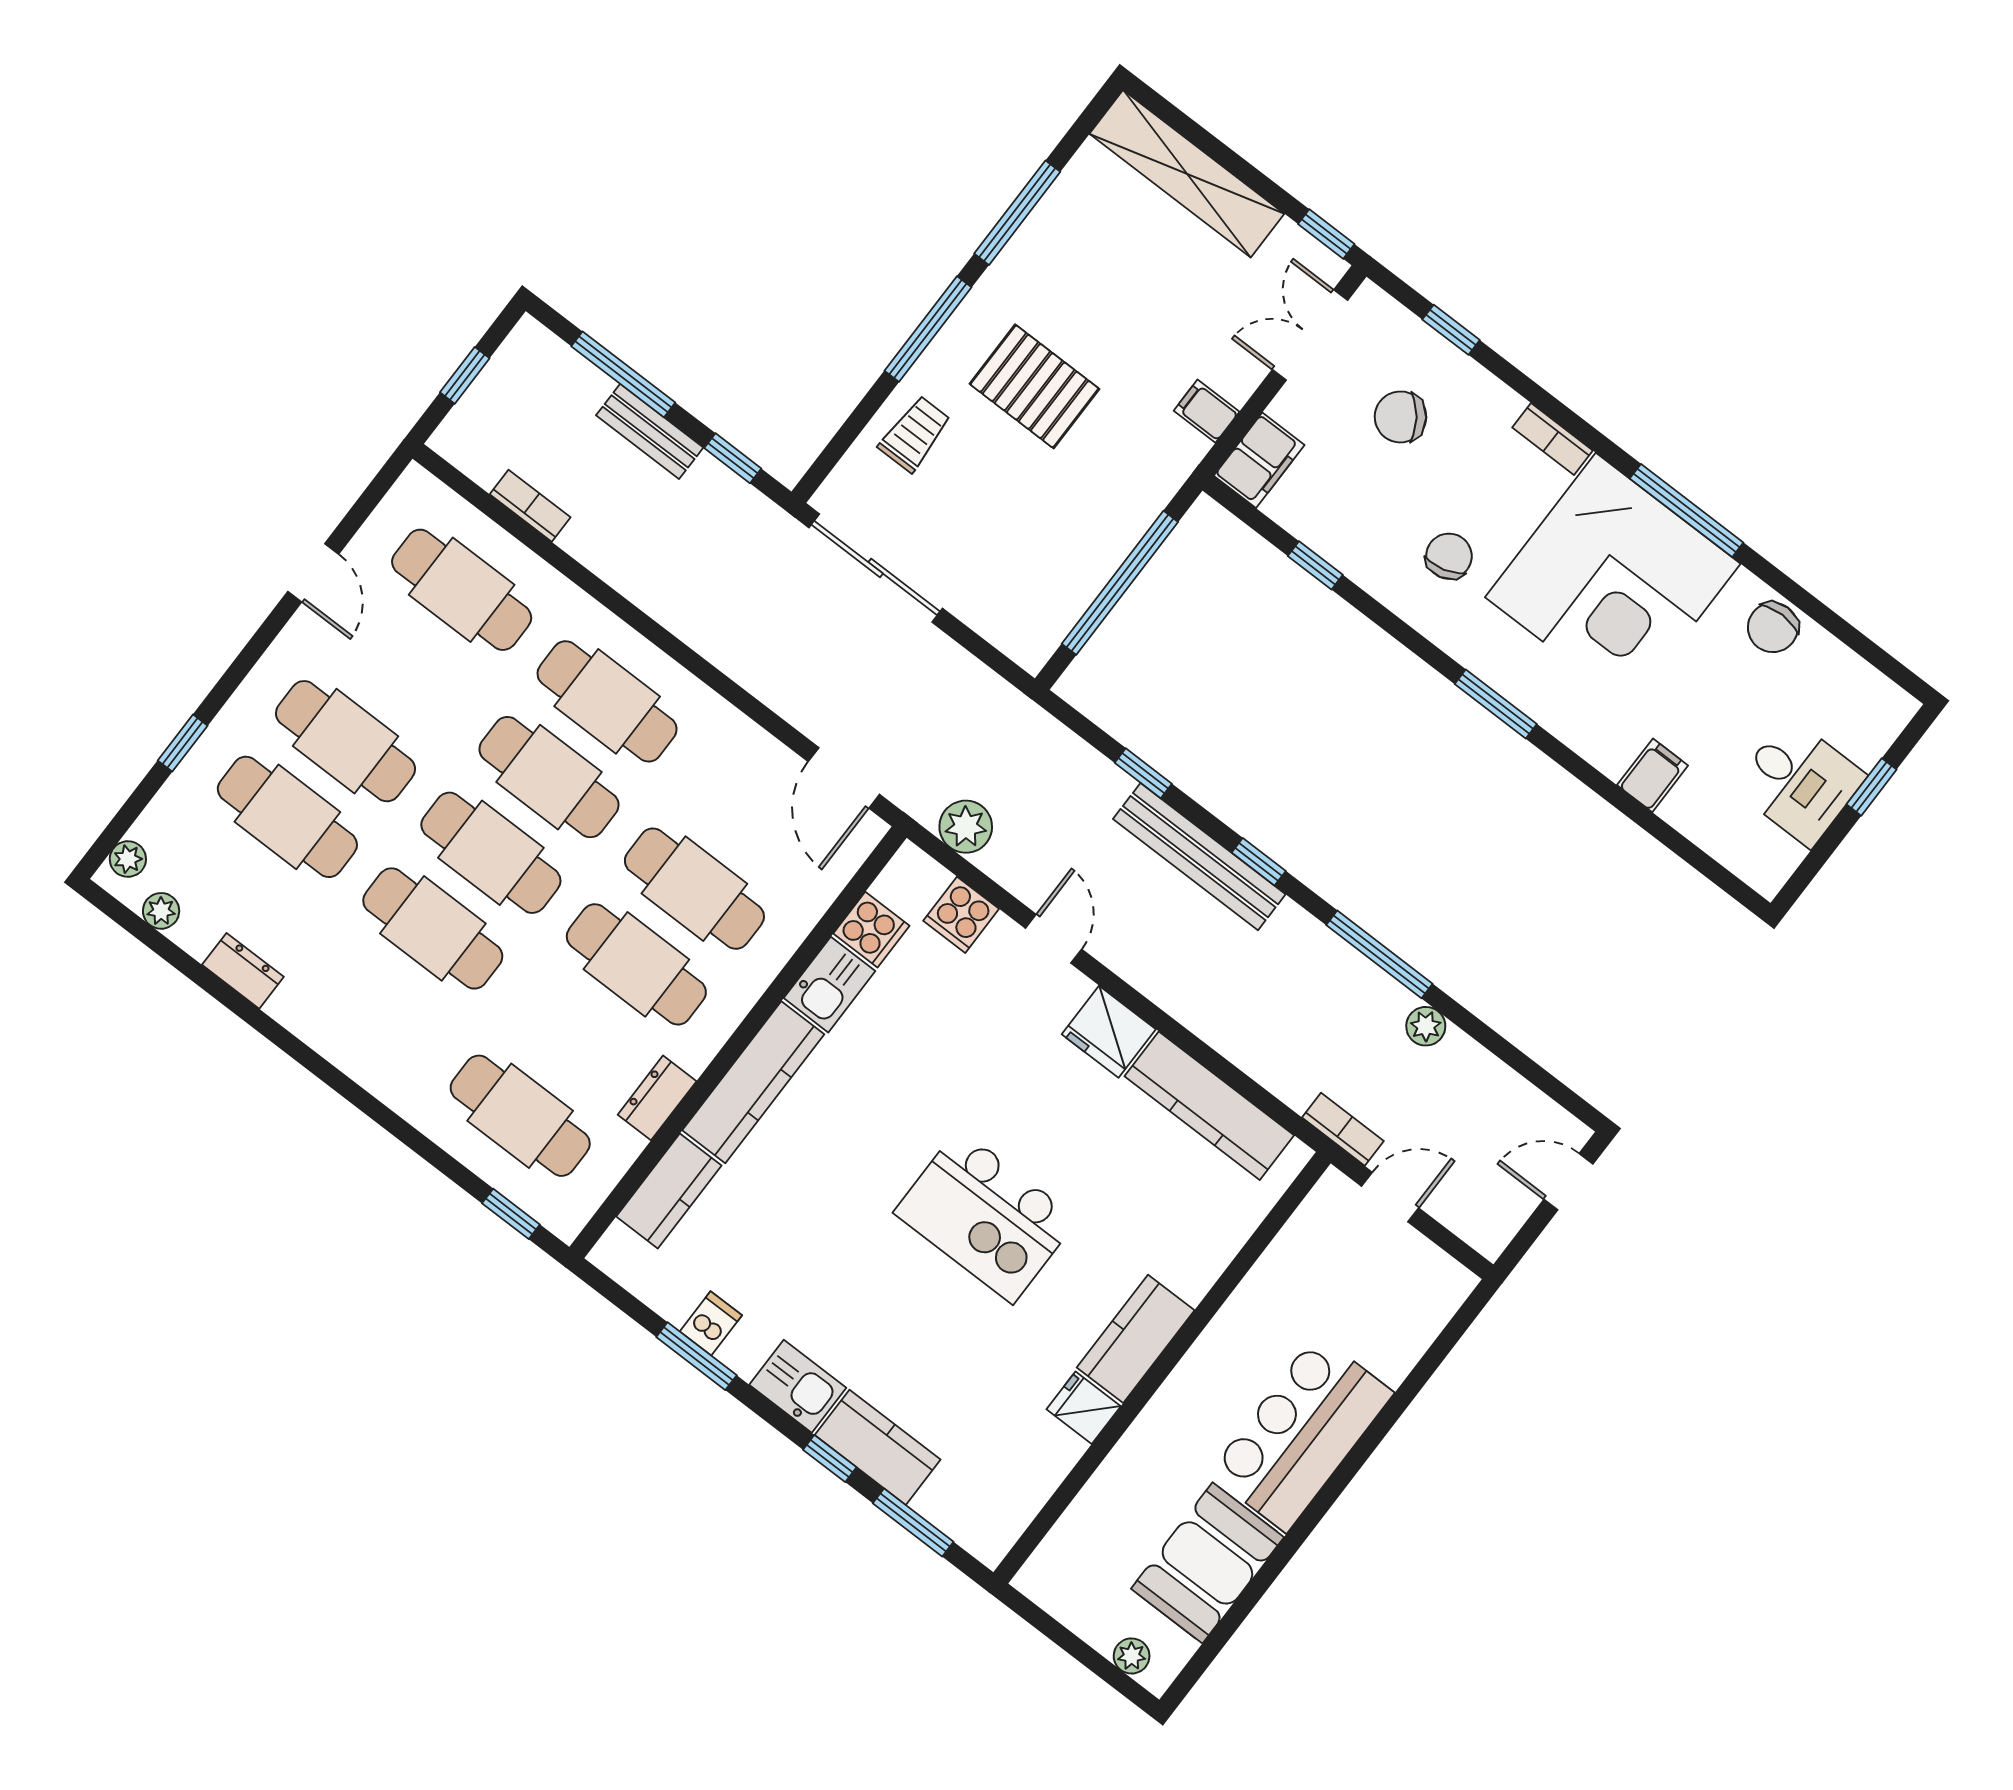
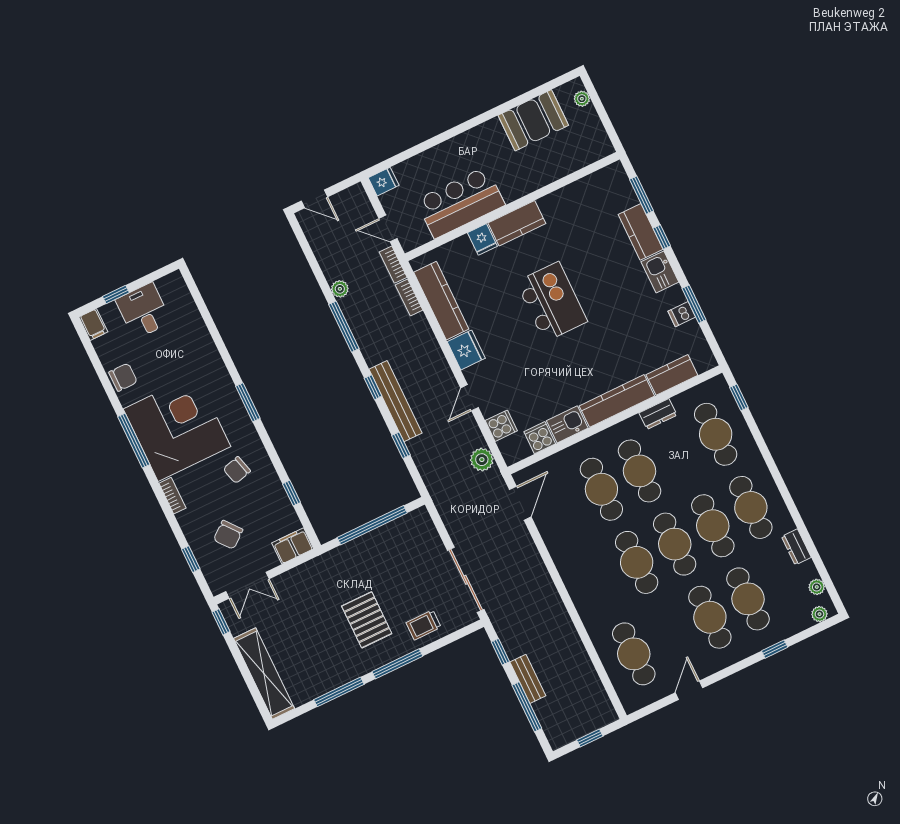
filing cabinet: (1207, 411) -> (304, 576), removed
chair: (1400, 417) -> (228, 535), turned 87
bookcase: (530, 506) -> (409, 298), moved
cafe table: (607, 701) -> (751, 507), moved
filing cabinet: (1653, 775) -> (93, 324), moved, turned -90
fridge: (1447, 1287) -> (384, 182), added
fridge: (1084, 1408) -> (482, 239), moved
bar counter: (1301, 1433) -> (460, 203), moved, turned 180

